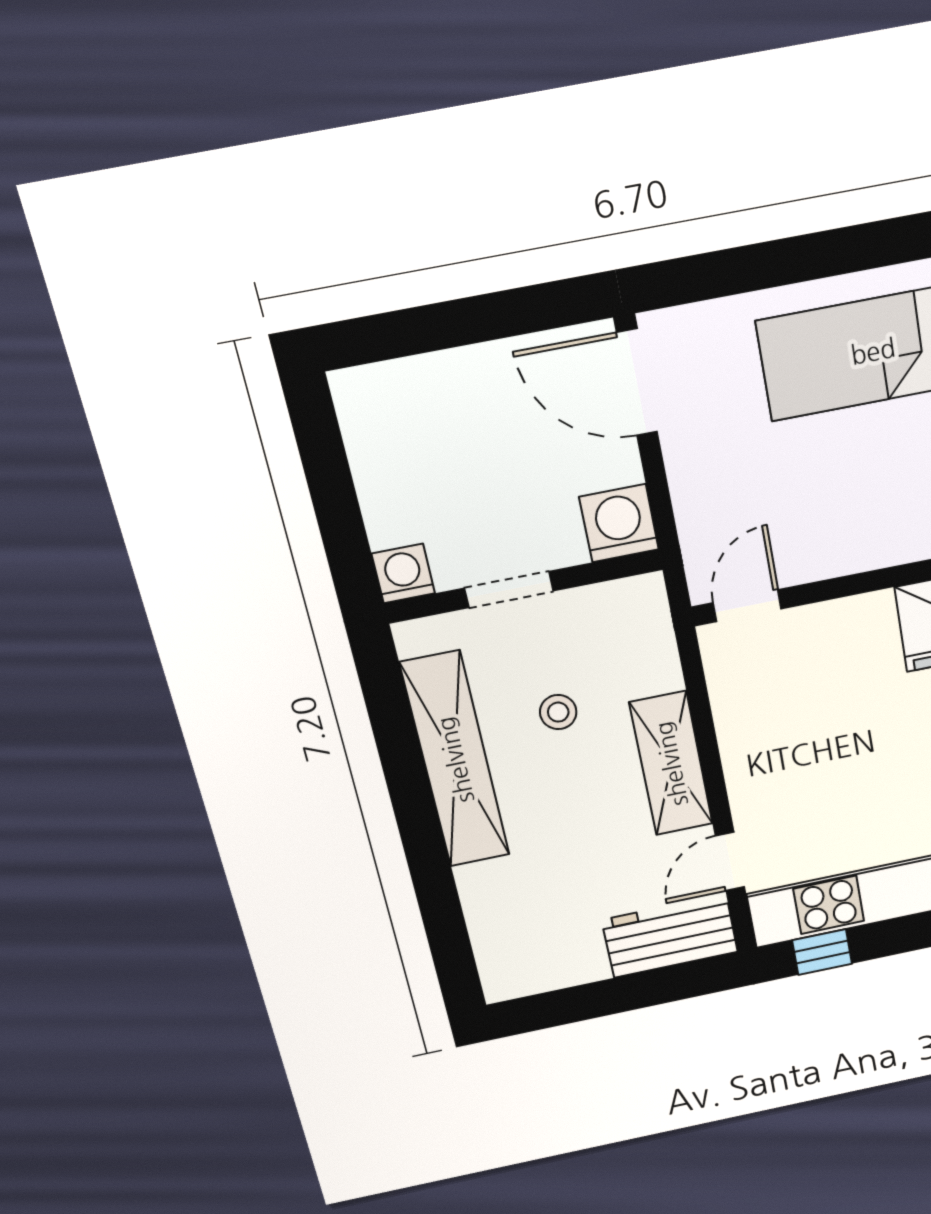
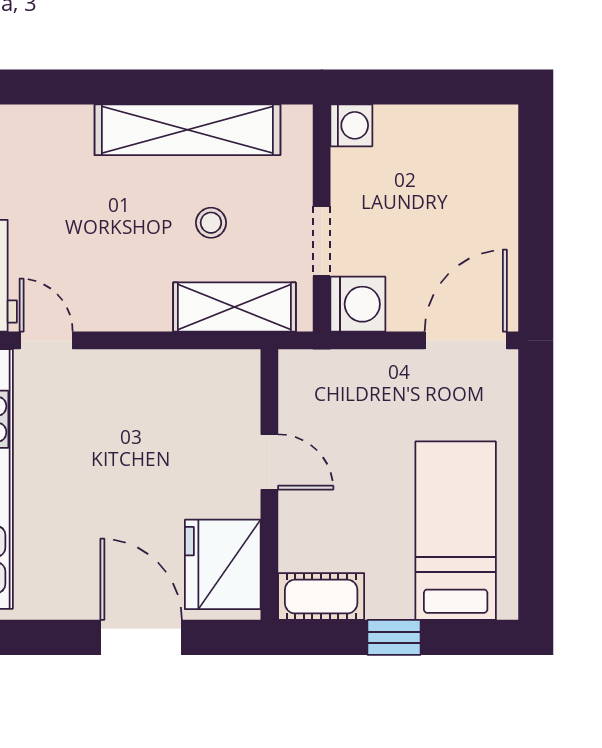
doorway: (509, 590) -> (322, 241), moved
door: (747, 606) -> (269, 462), moved
shelving: (671, 764) -> (234, 307), moved

